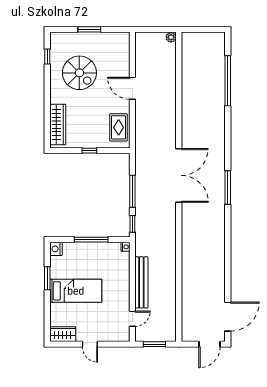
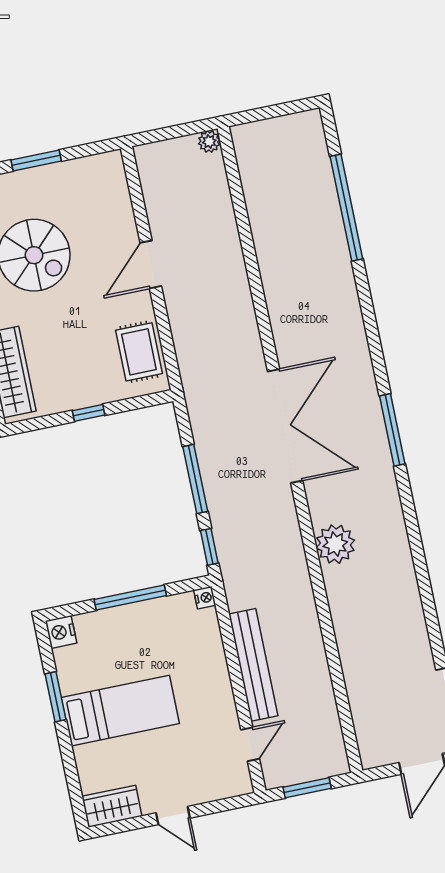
door: (132, 88) -> (151, 264), hinge flipped
plant: (191, 235) -> (335, 544), added

